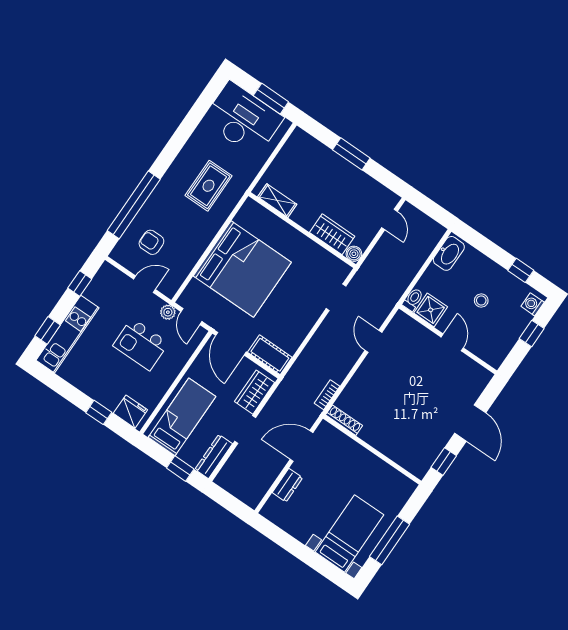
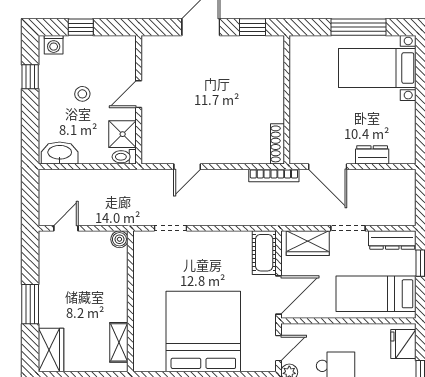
wardrobe: (332, 234) -> (51, 350), moved, turned 180
bookcase: (327, 395) -> (274, 175), width x1.56

